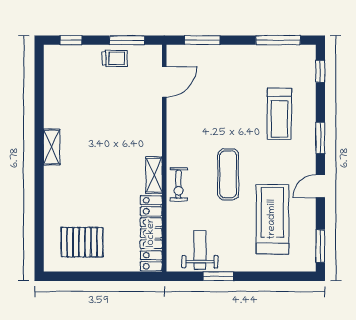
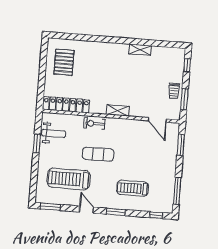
shelving: (52, 147) -> (140, 50), moved
shelving: (154, 175) -> (118, 110), moved
treadmill: (272, 219) -> (69, 179), turned 180

